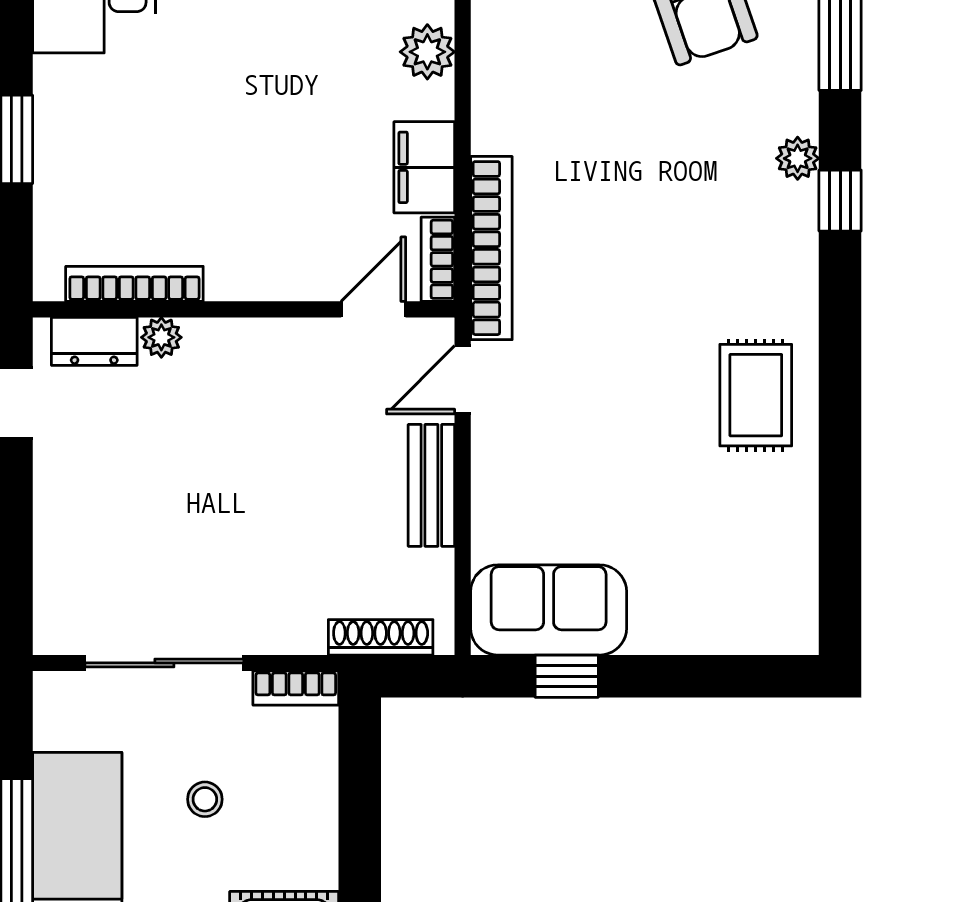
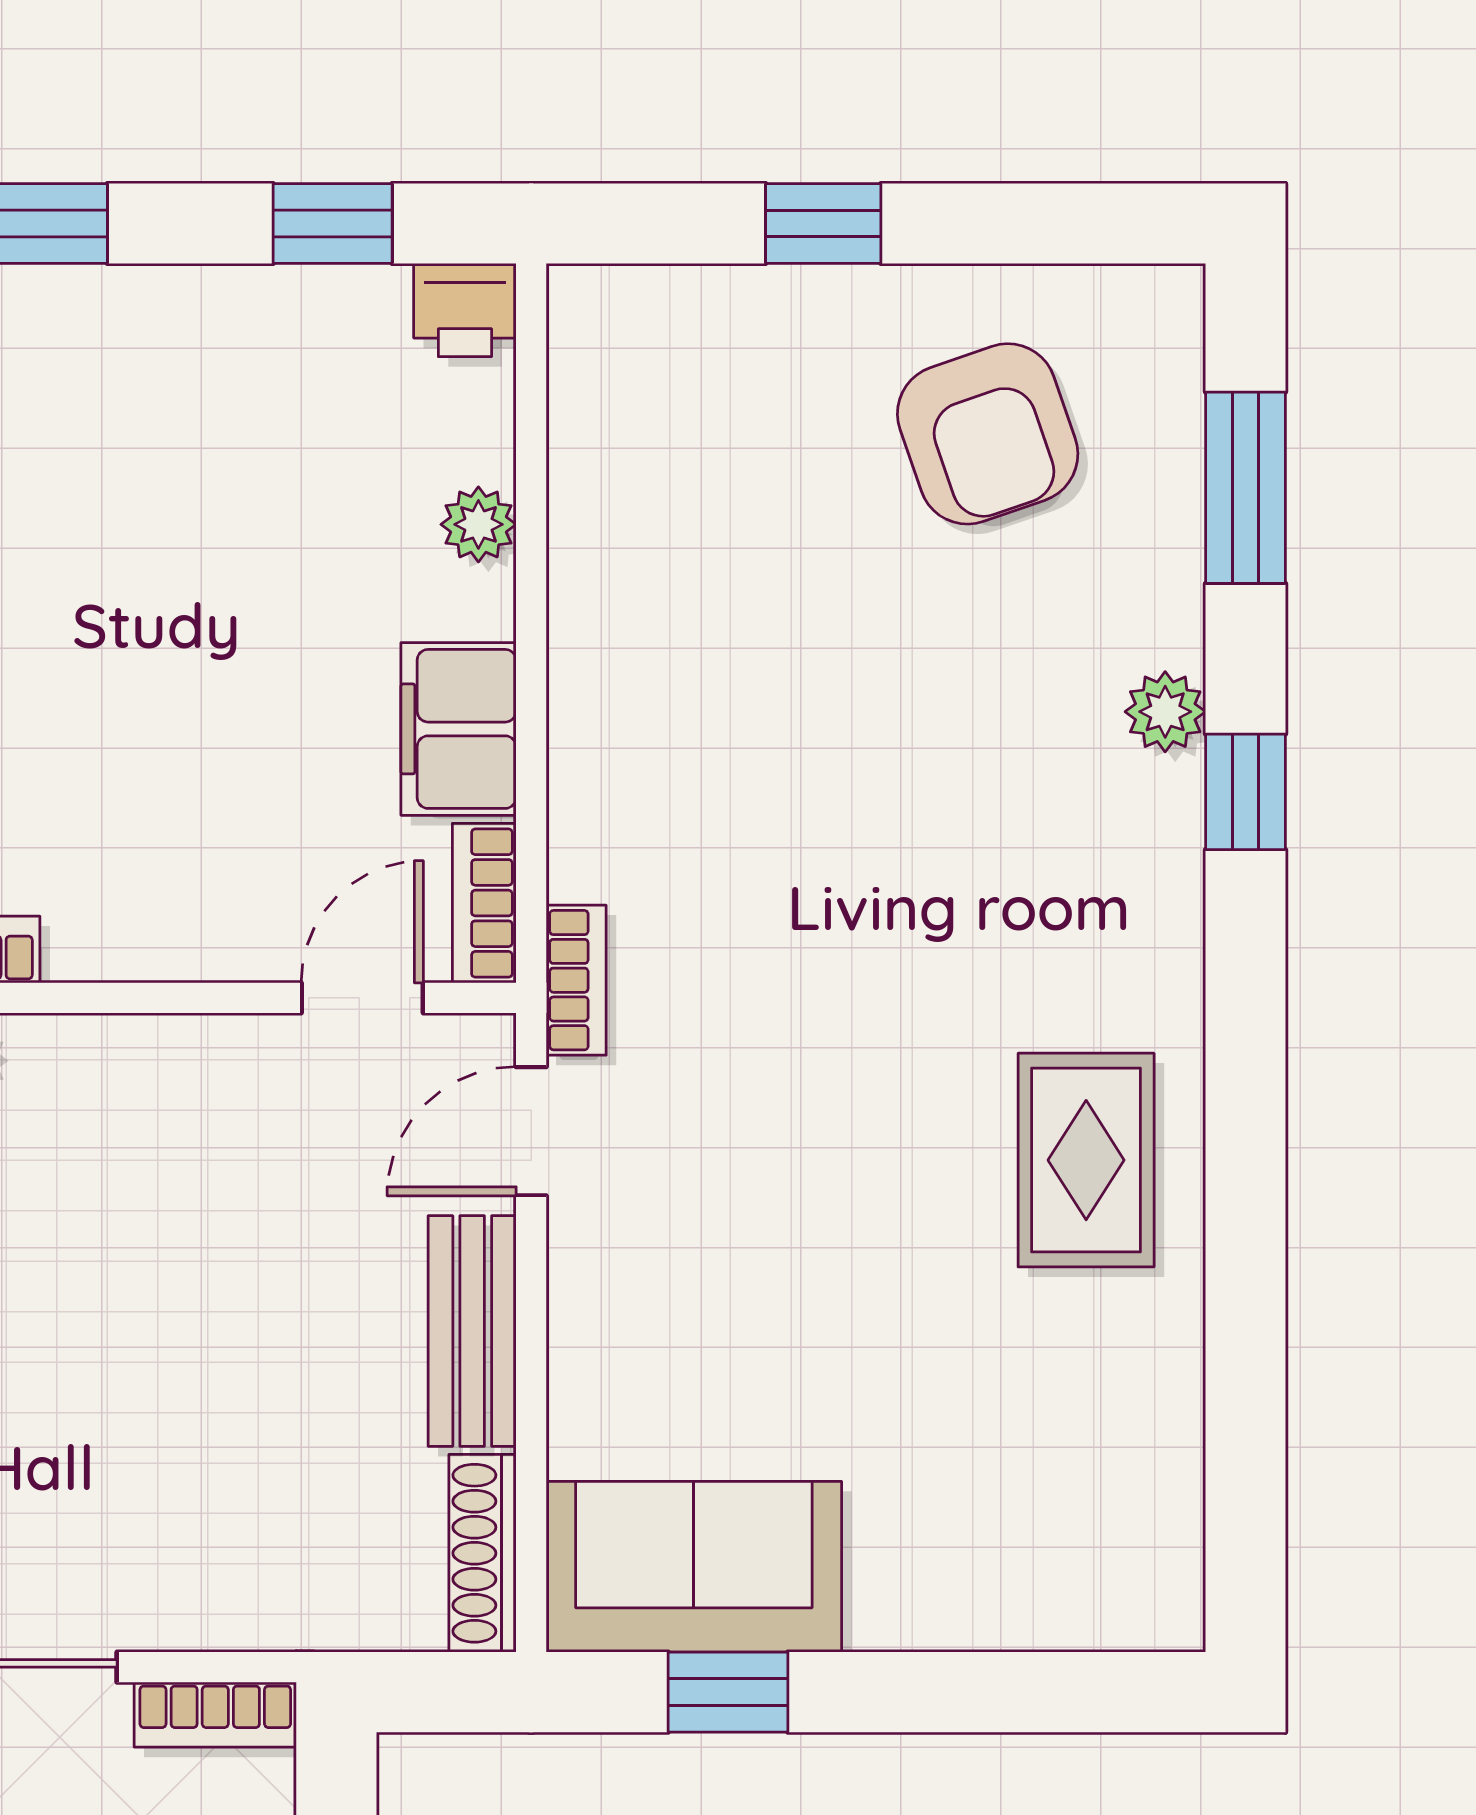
plant: (427, 52) -> (478, 524), width x0.73, depth x0.73
bookcase: (491, 248) -> (576, 980), width x0.43, depth x0.76
shoe rack: (381, 637) -> (483, 1553), moved, turned -90

